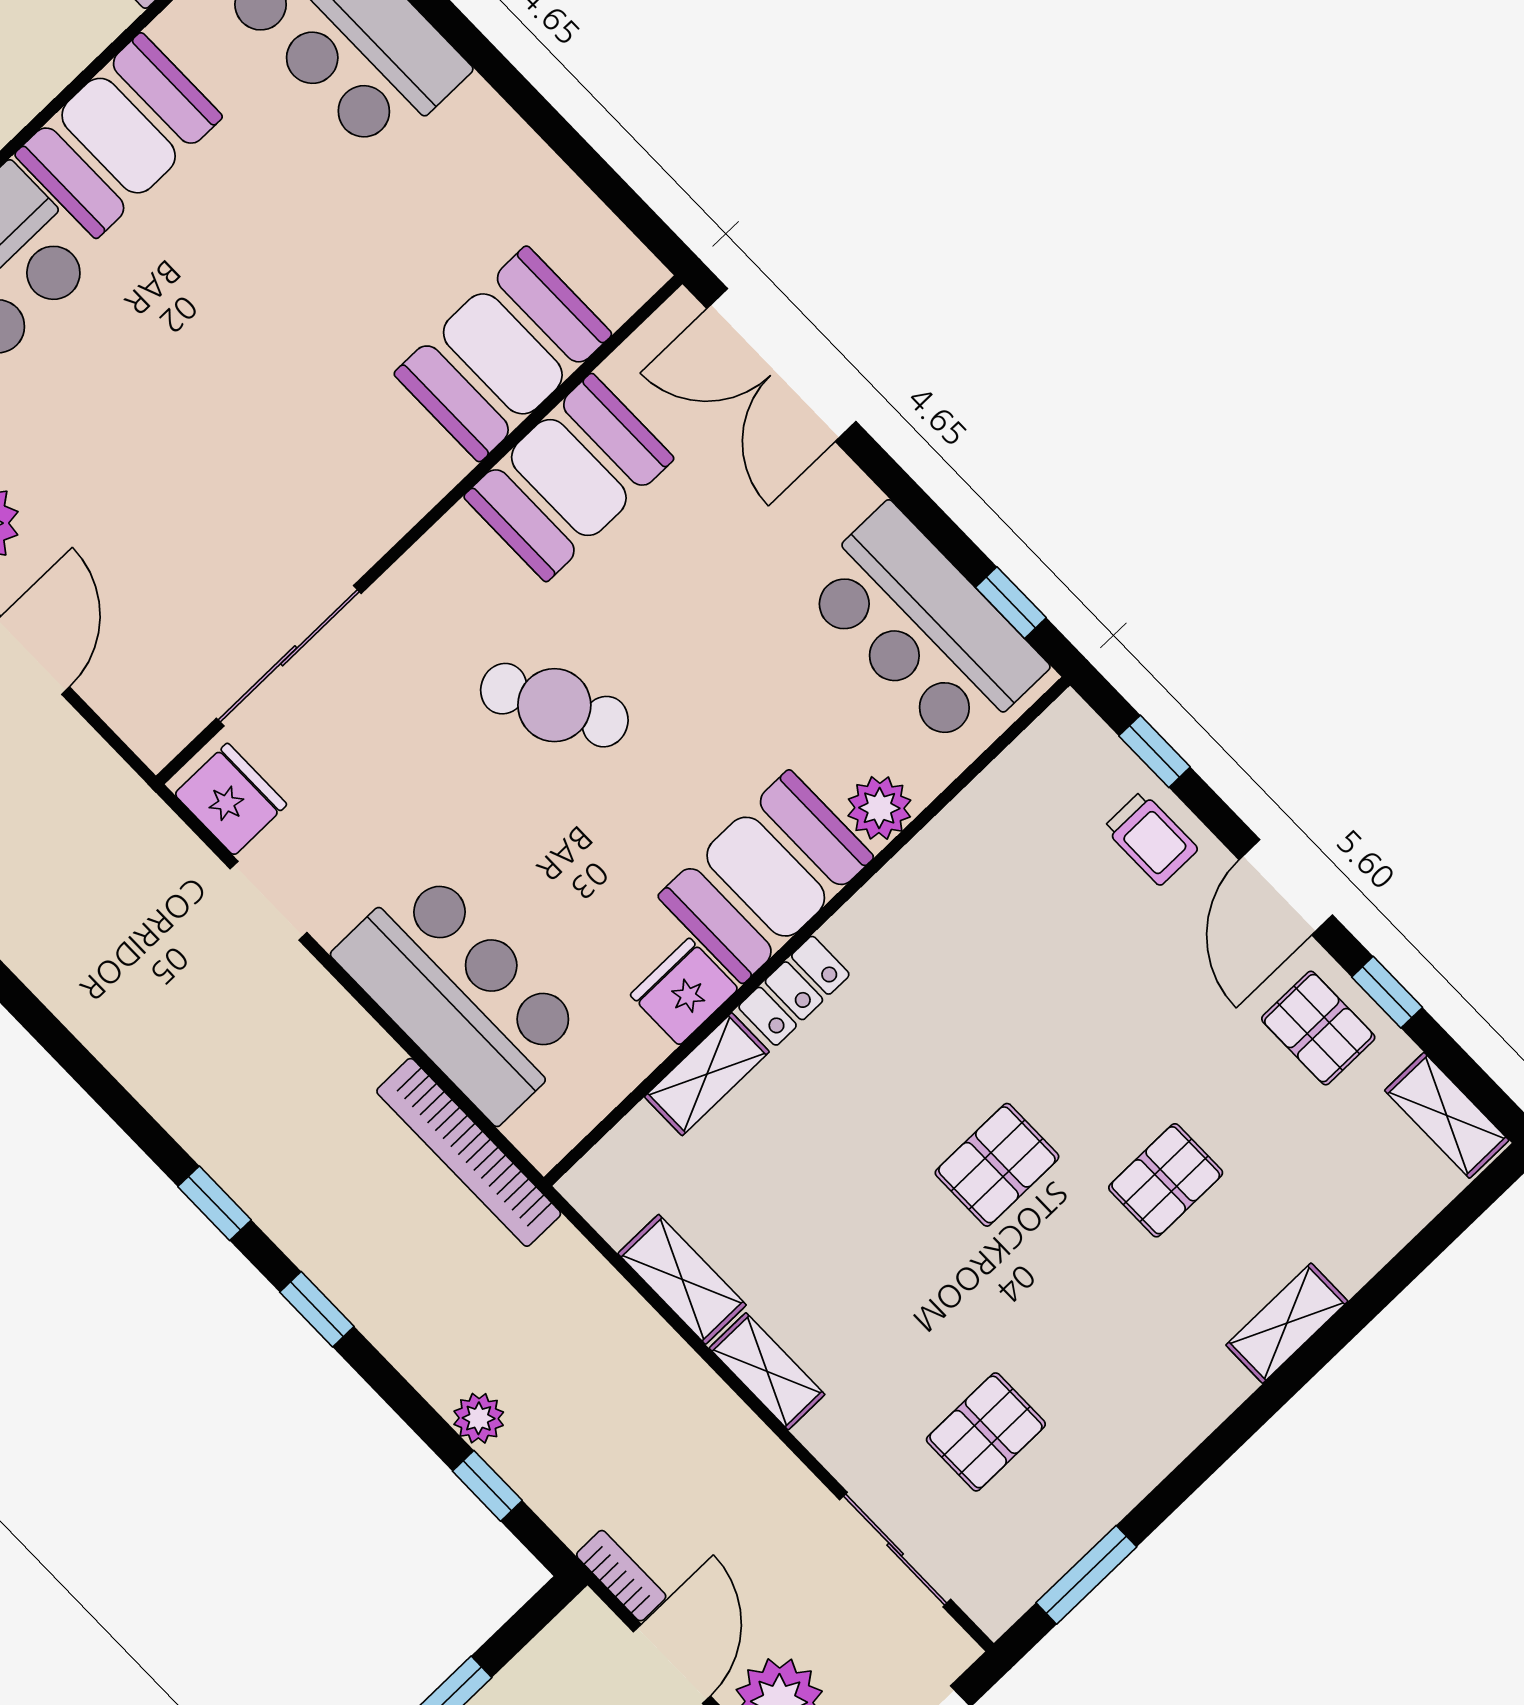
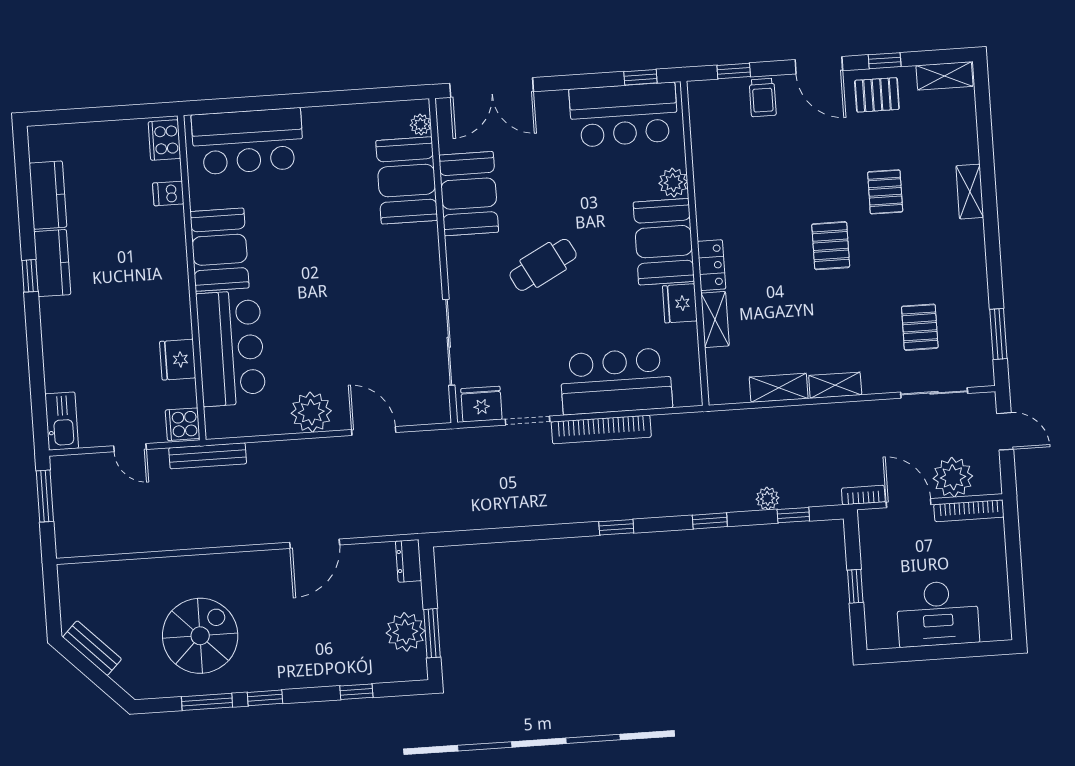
plant: (617, 298) -> (421, 125), added
trolley: (1151, 838) -> (763, 98), turned 90
bookcase: (469, 1152) -> (601, 429), moved
window: (317, 1309) -> (710, 521), moved

